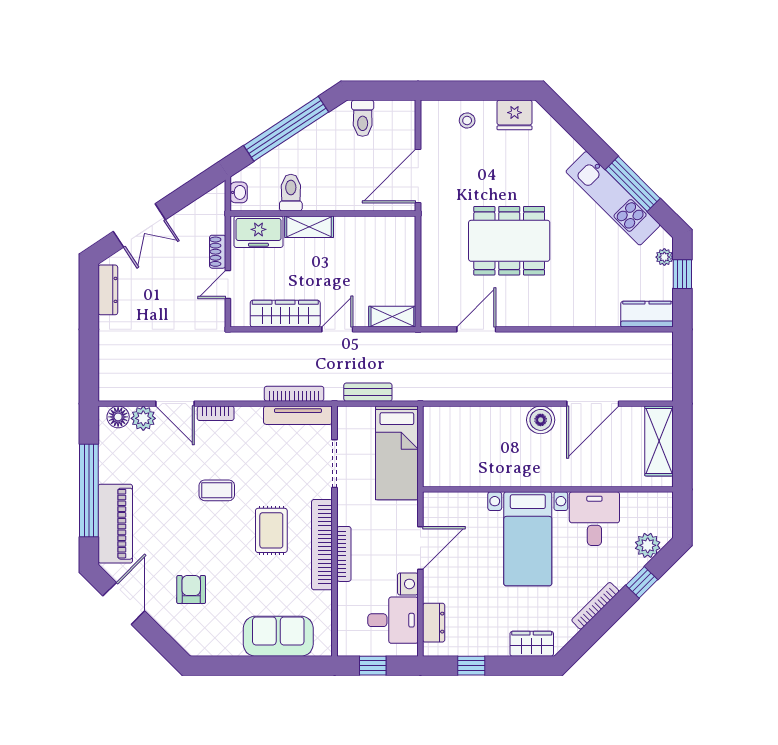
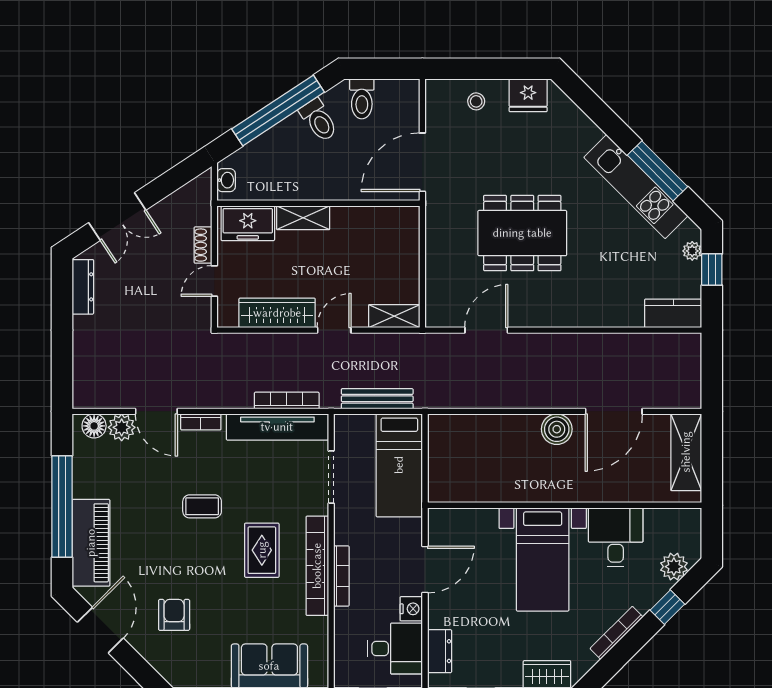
toilet: (291, 193) -> (319, 120), moved, turned 147
bench: (368, 392) -> (377, 399), width x1.36
tv unit: (298, 415) -> (277, 427), width x1.36, depth x1.29

